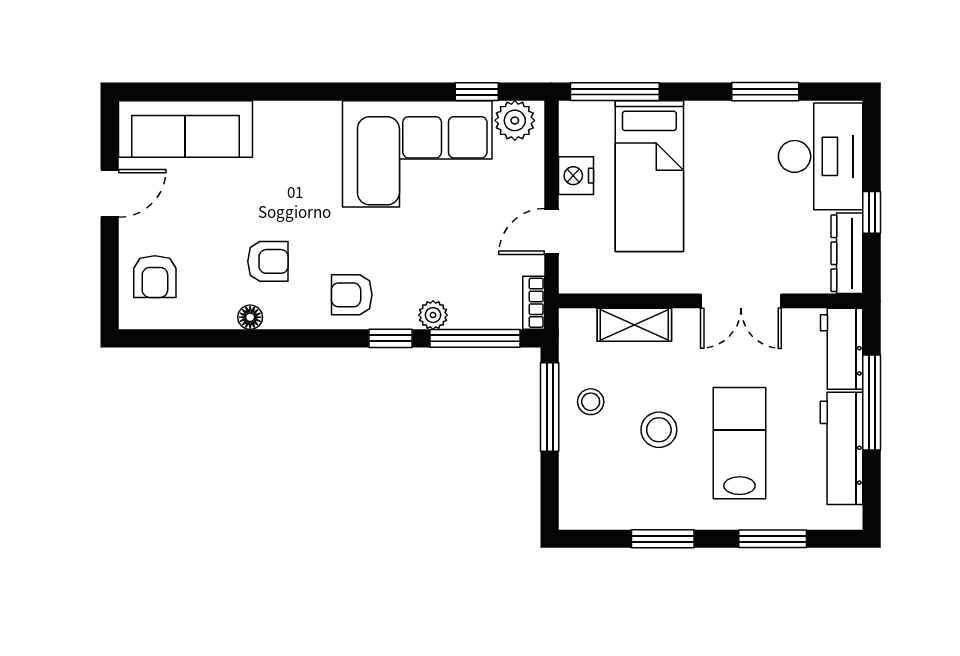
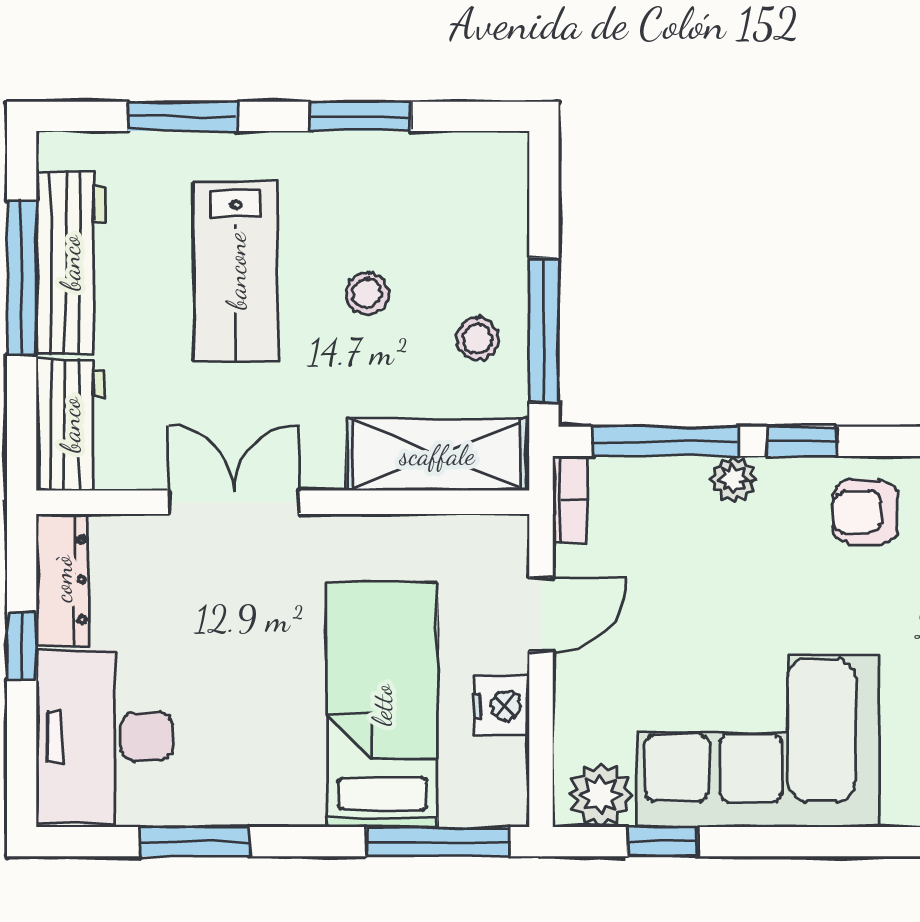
armchair: (352, 295) -> (865, 512), turned 180
shelving: (634, 325) -> (437, 455), width x1.50, depth x1.33
window: (872, 403) -> (22, 278), moved
stool: (659, 430) -> (367, 293), width x0.73, depth x0.73

